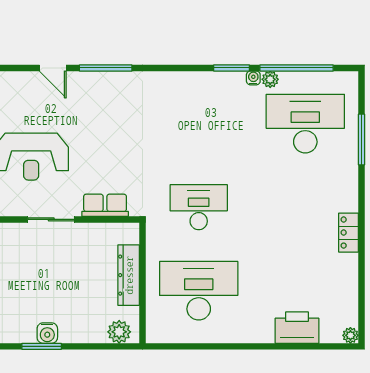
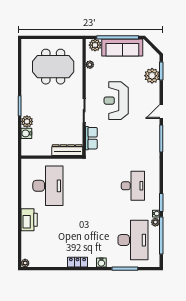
water cooler: (349, 186) -> (101, 262), added
desk: (199, 207) -> (133, 186), moved
dresser: (129, 275) -> (67, 150), moved
printer: (297, 328) -> (29, 220), moved
plant: (119, 332) -> (27, 121), moved
water cooler: (47, 333) -> (26, 133), moved

